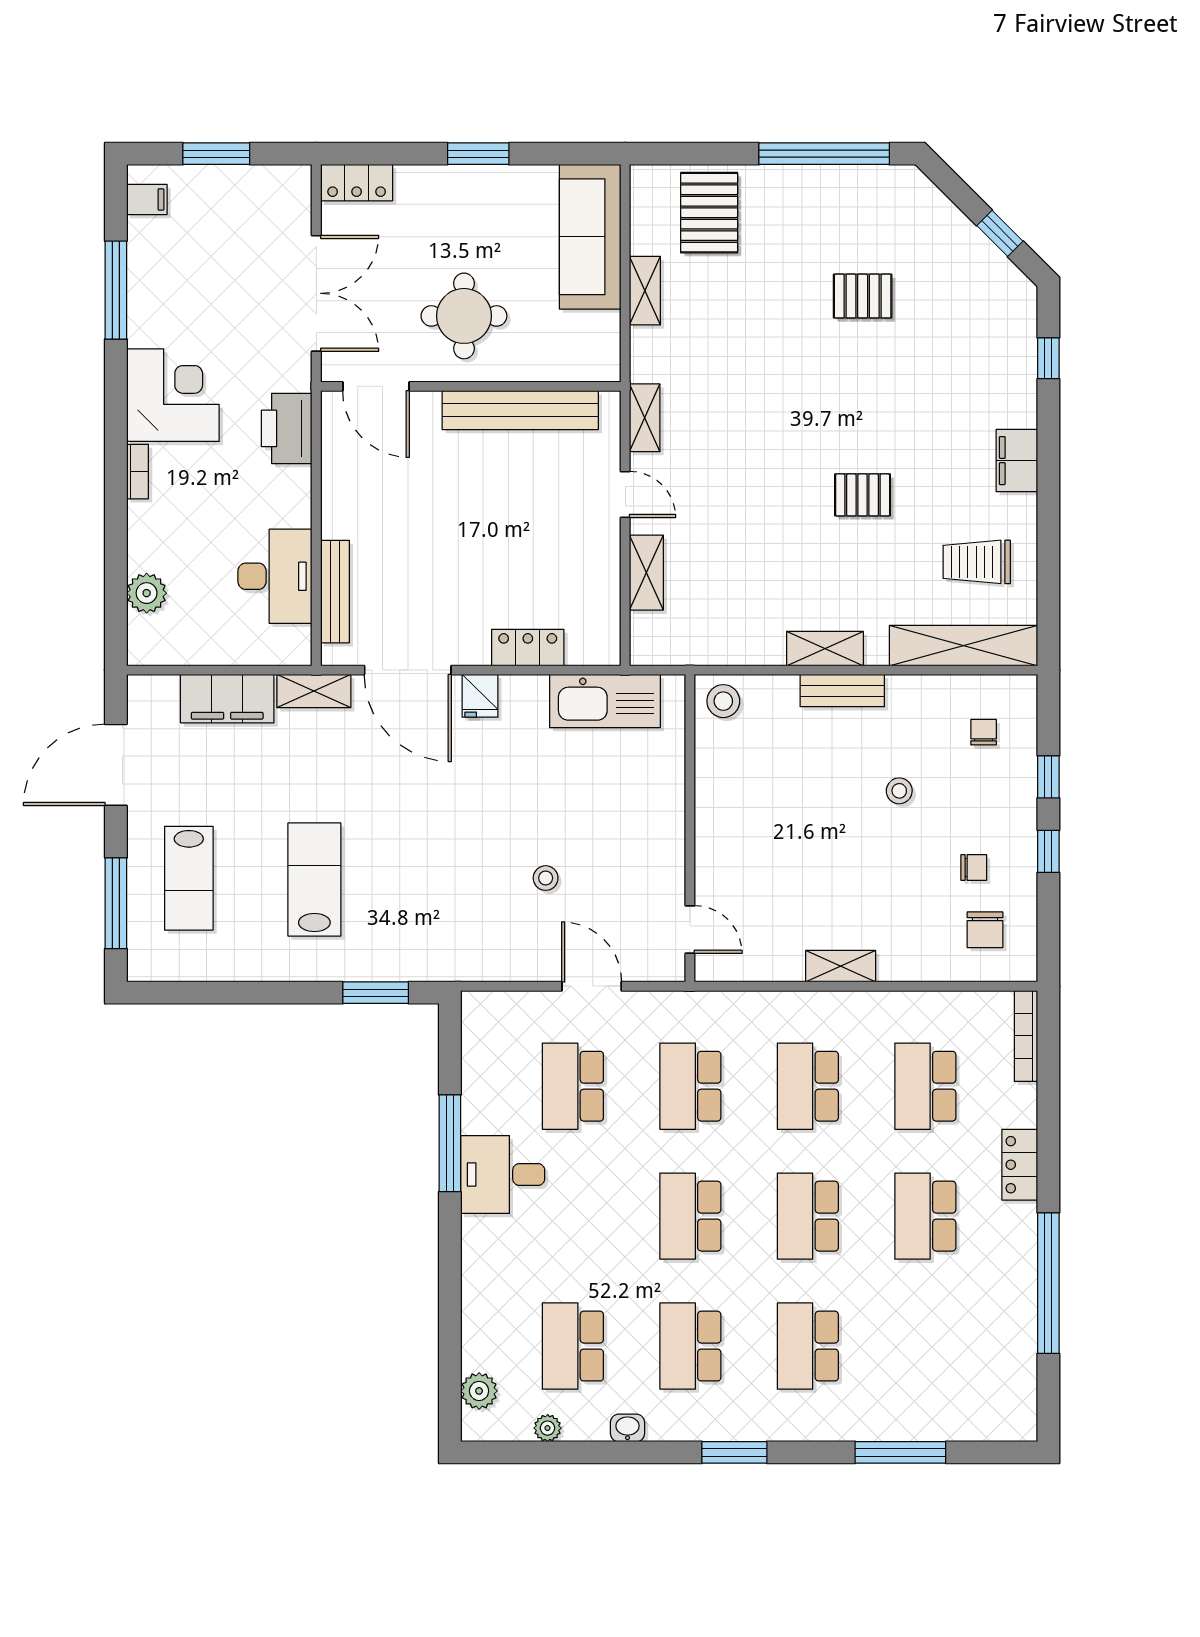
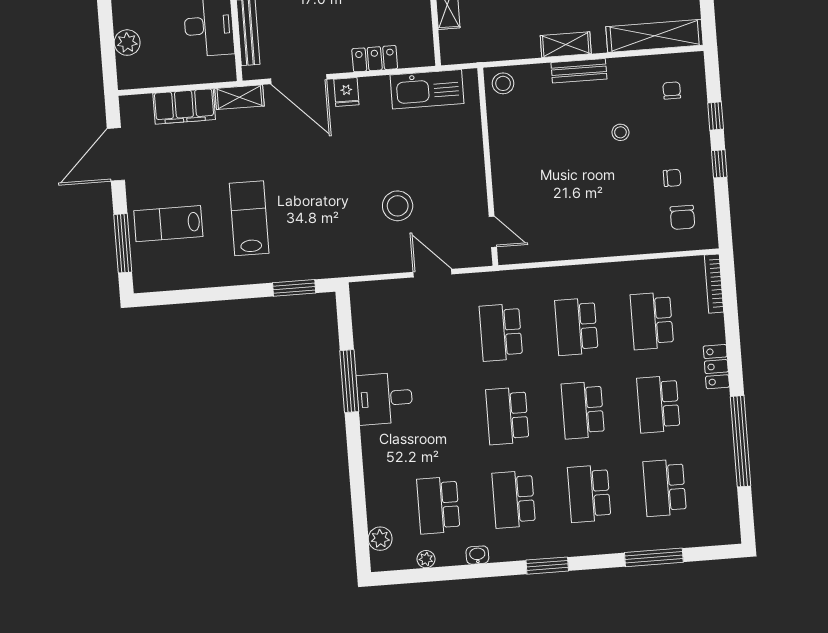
lab bench: (189, 878) -> (168, 224), turned 90
stool: (546, 878) -> (398, 206), width x1.89, depth x1.89
shelving: (841, 966) -> (591, 248), removed
school desk: (573, 1086) -> (665, 488), moved

